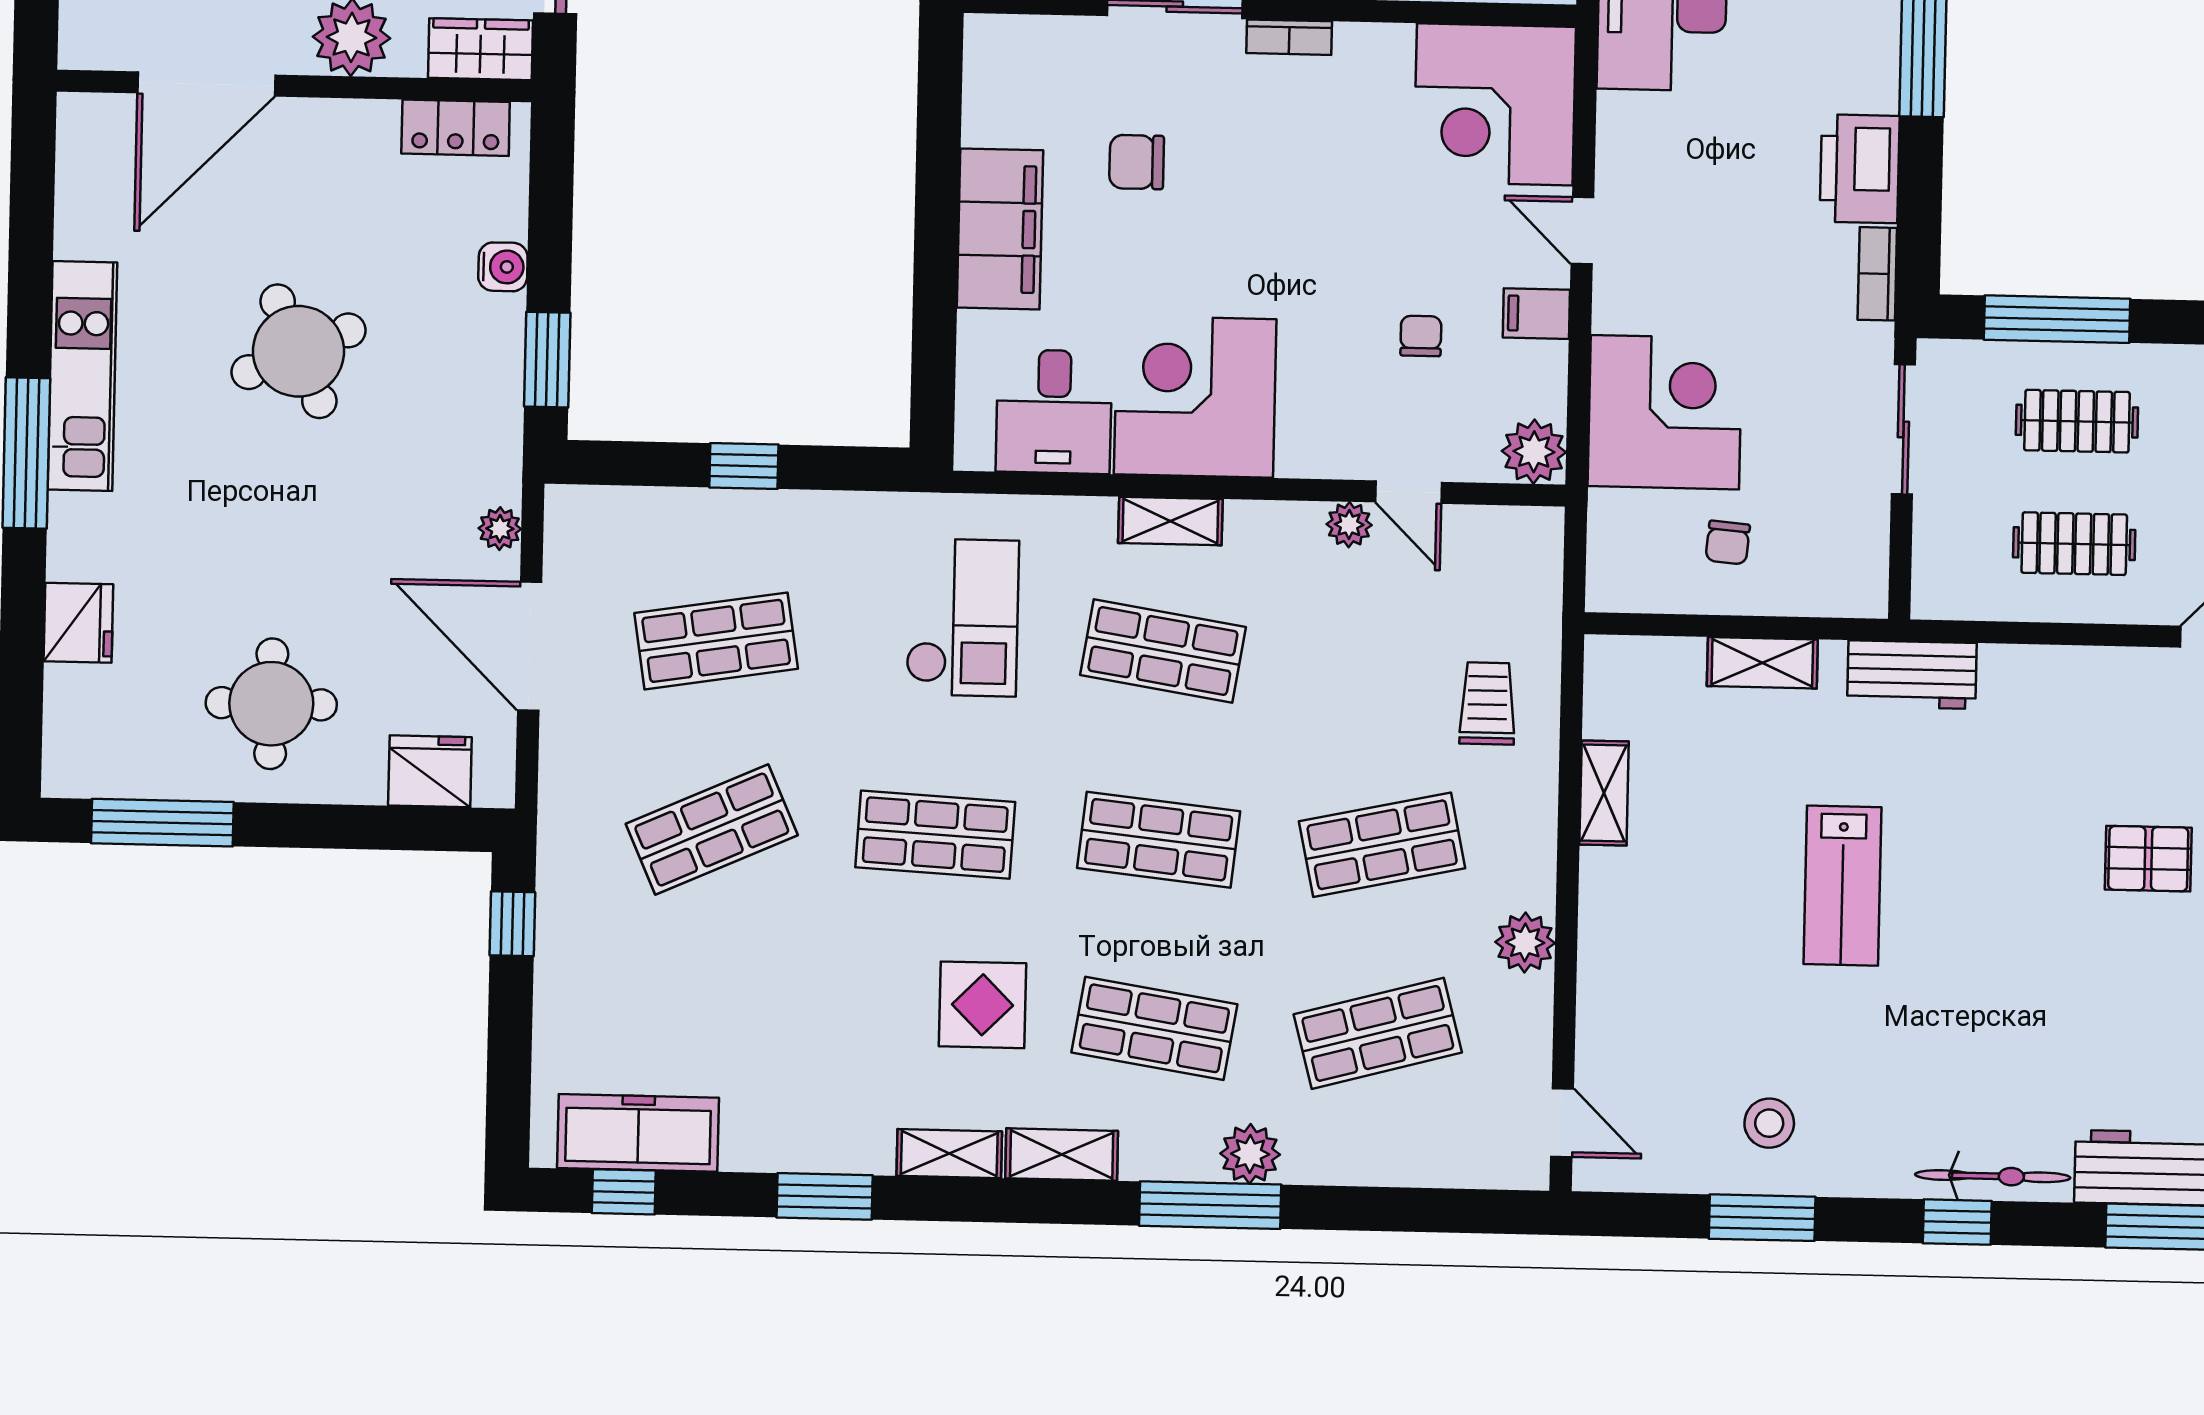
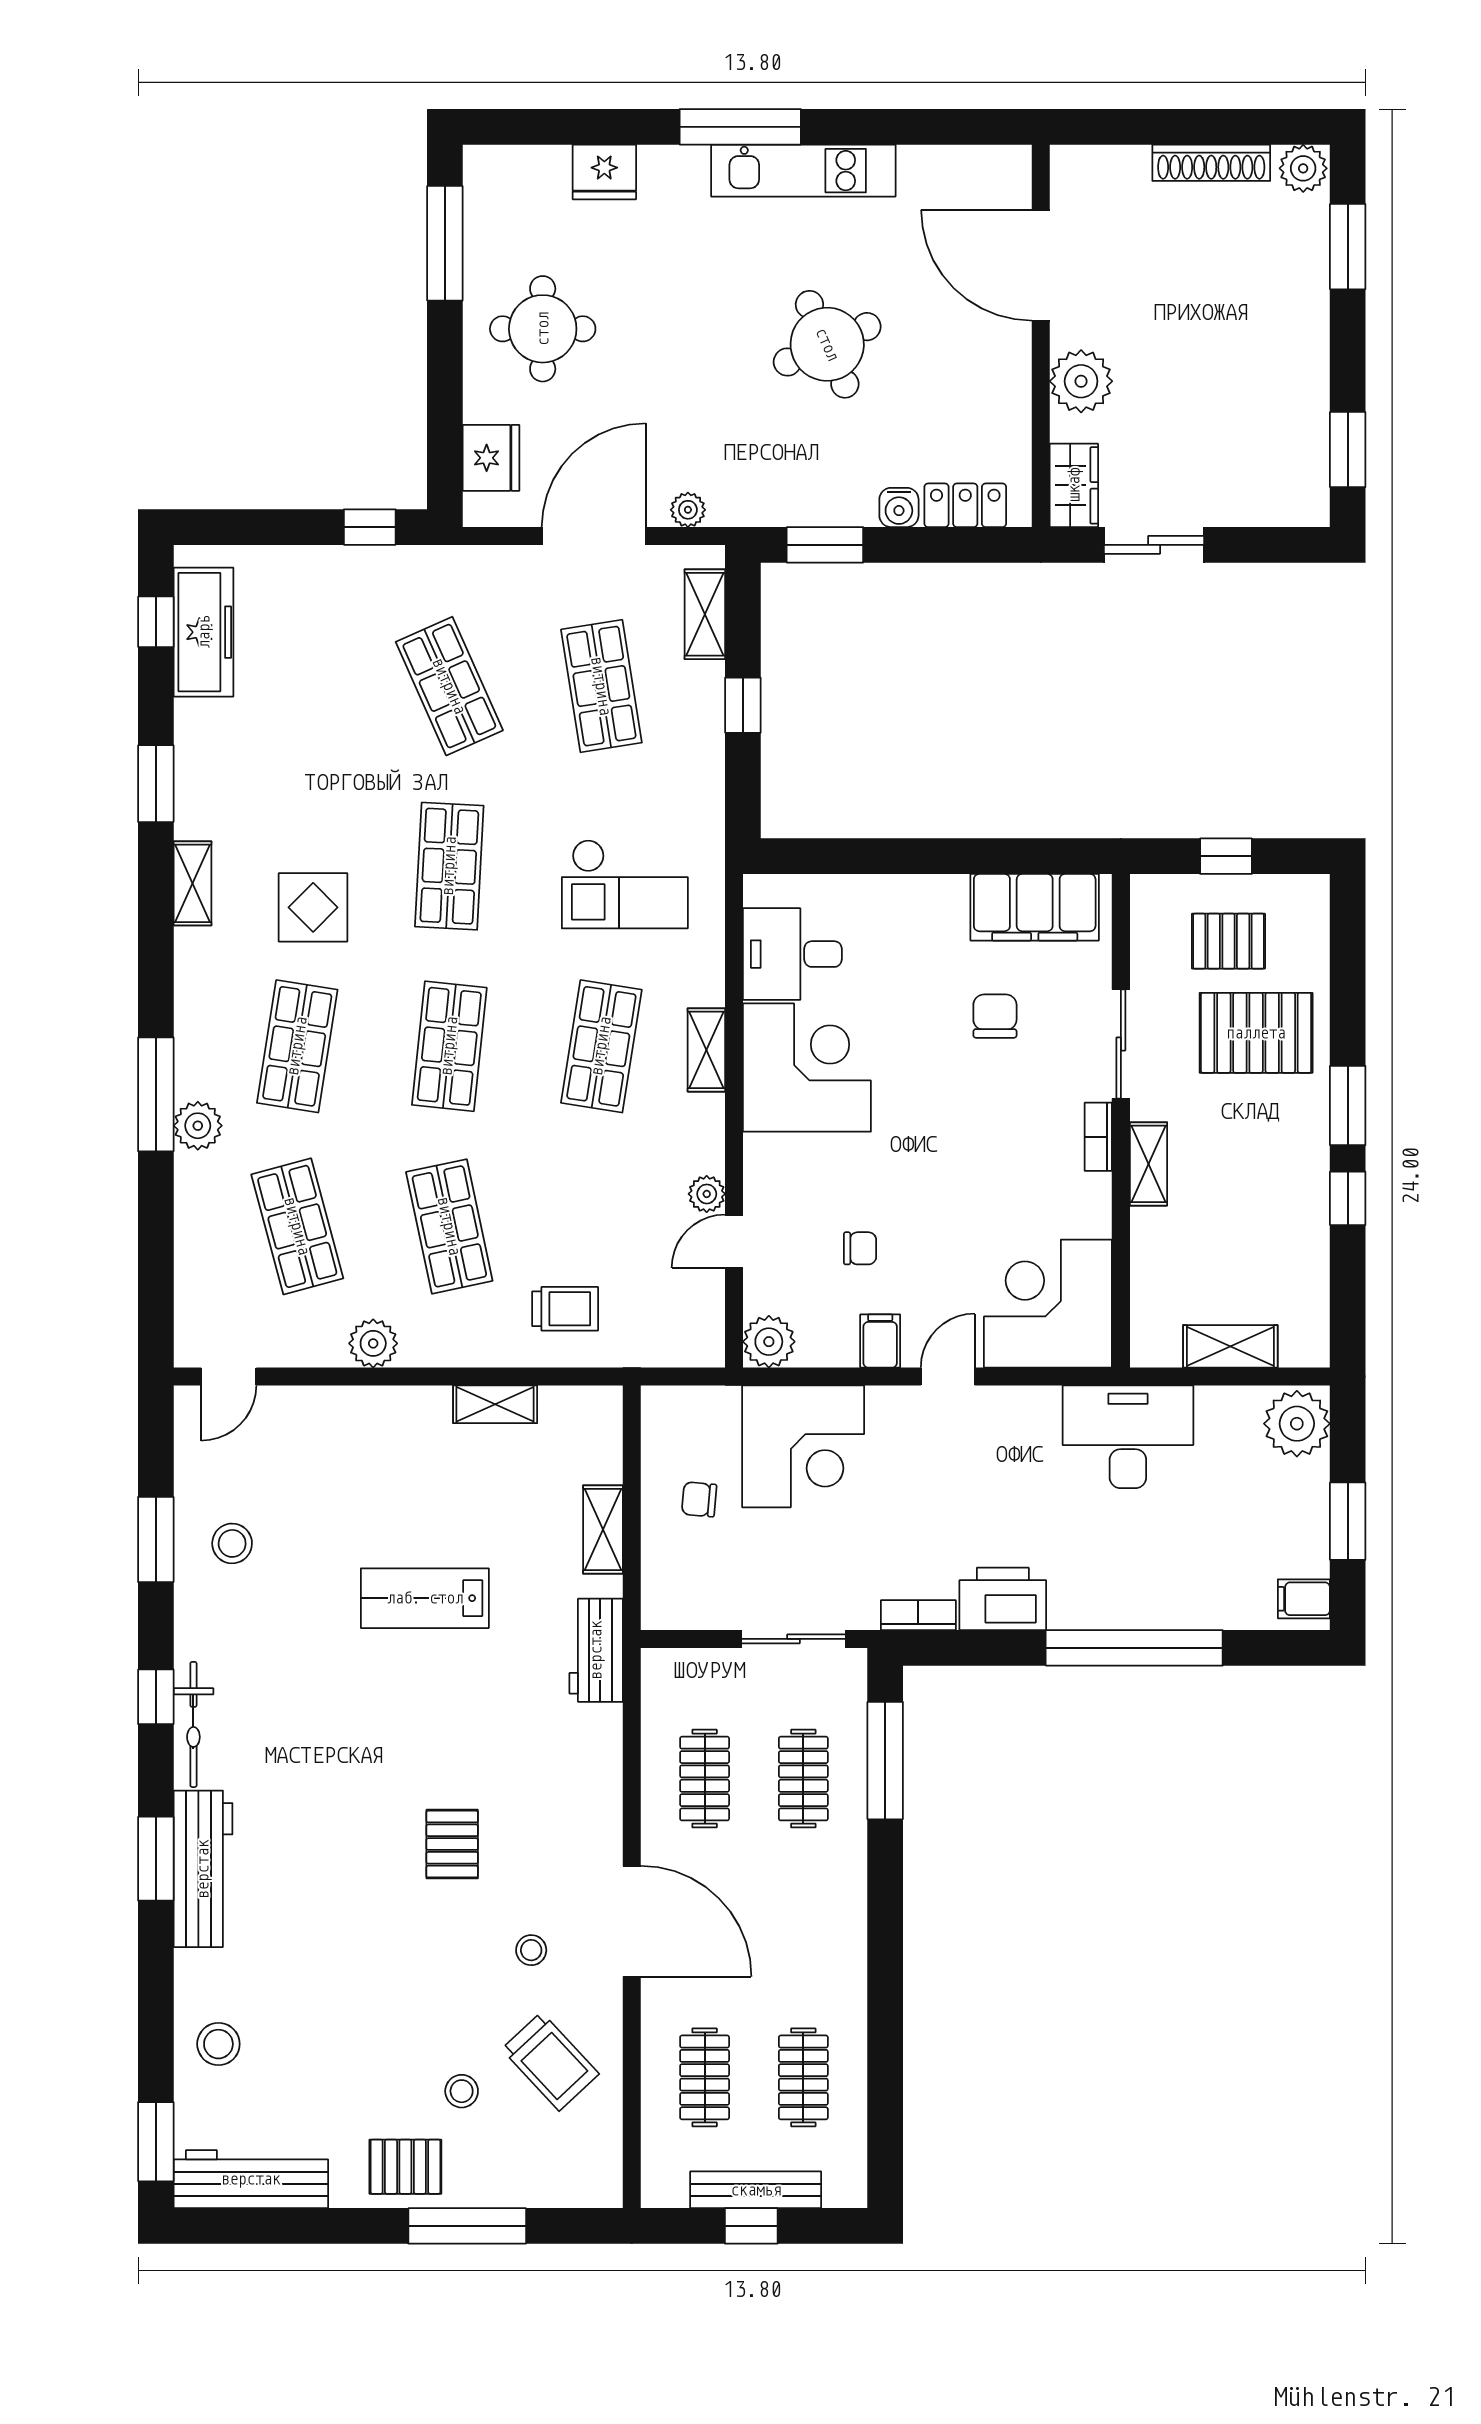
locker: (456, 128) -> (965, 505), moved, turned 90
filing cabinet: (1000, 229) -> (1035, 907), moved
shelving: (1062, 1155) -> (705, 614), moved

